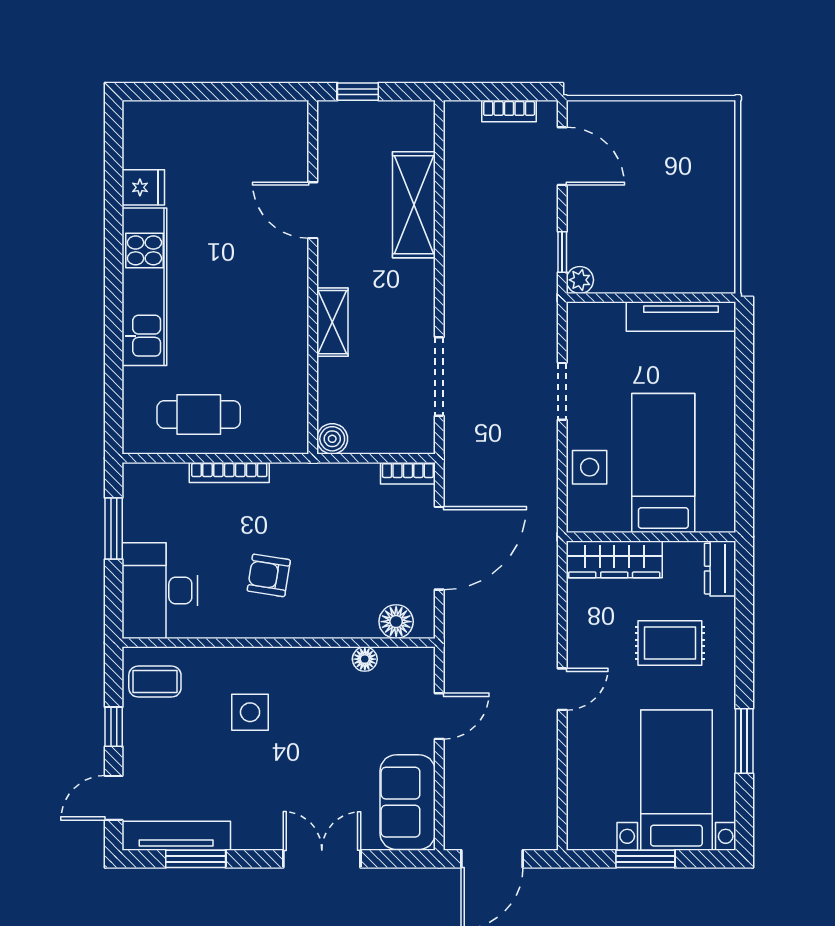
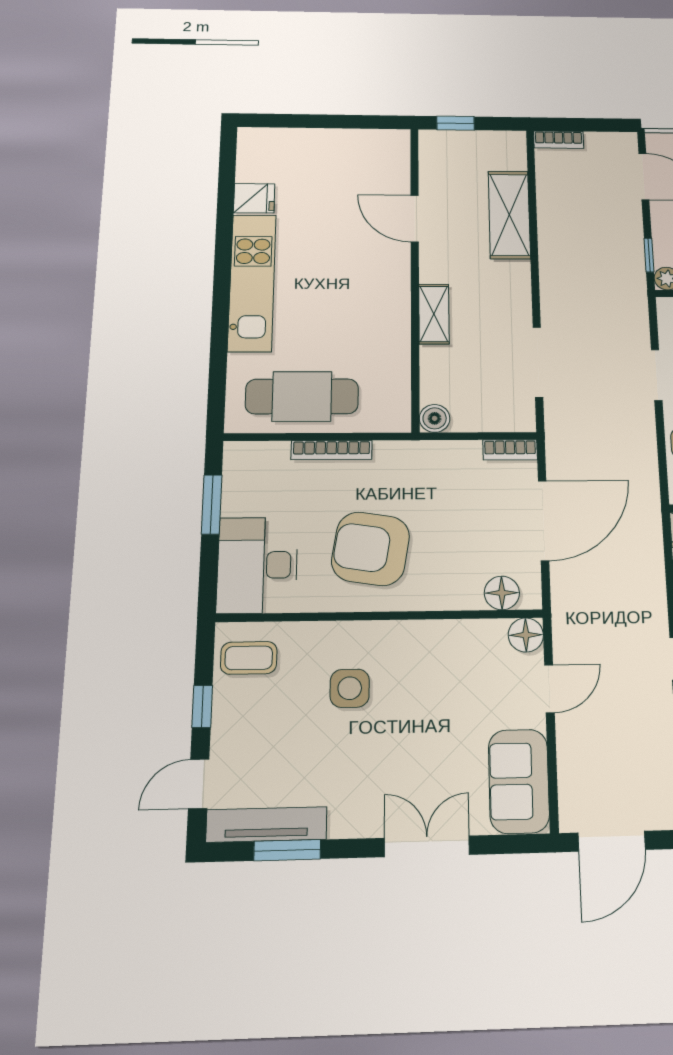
bookcase: (509, 111) -> (559, 140), moved
cafe table: (199, 414) -> (302, 396), width x1.37, depth x1.35
armchair: (269, 575) -> (371, 549), width x1.88, depth x1.88
floor lamp: (365, 659) -> (526, 635), moved, width x1.37, depth x1.37

